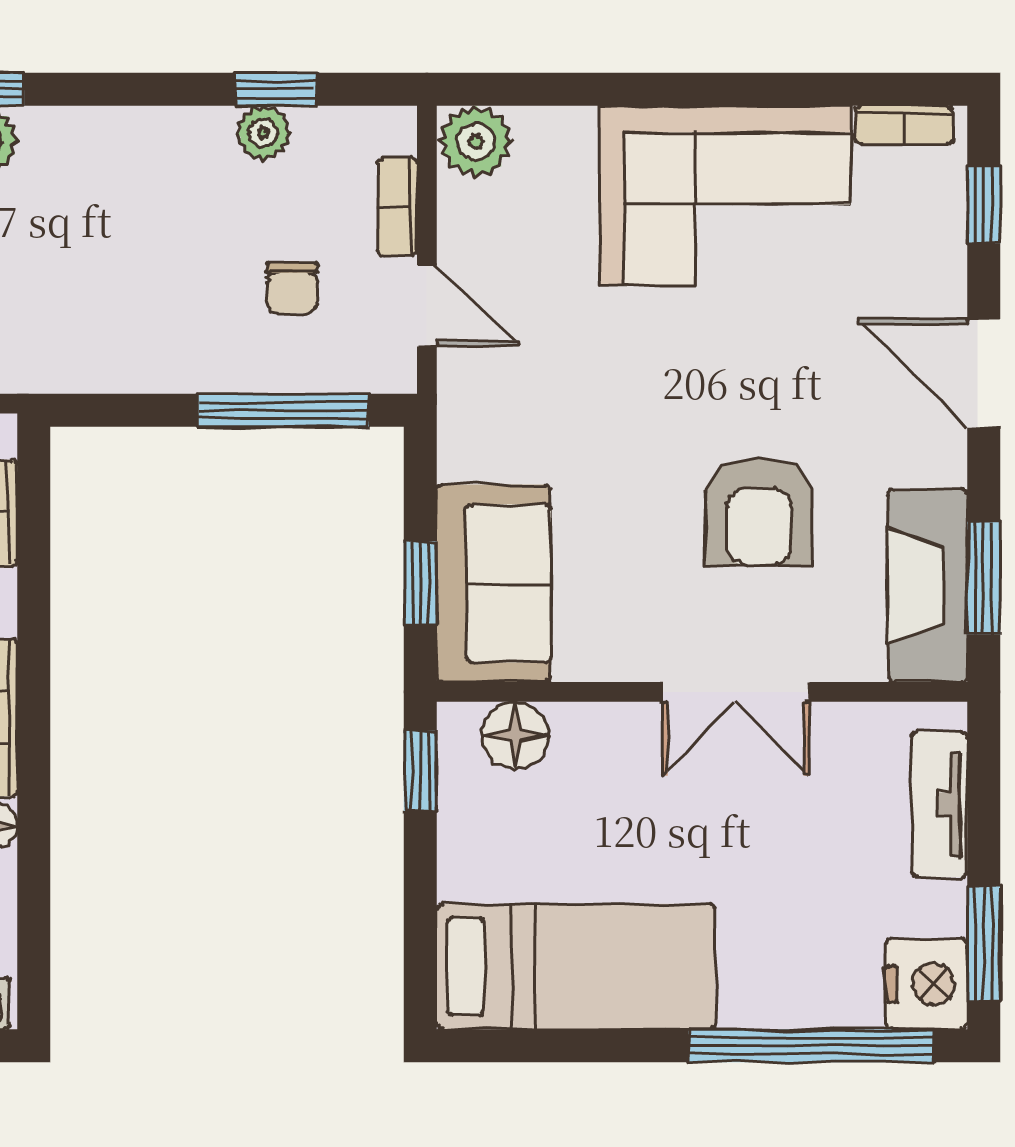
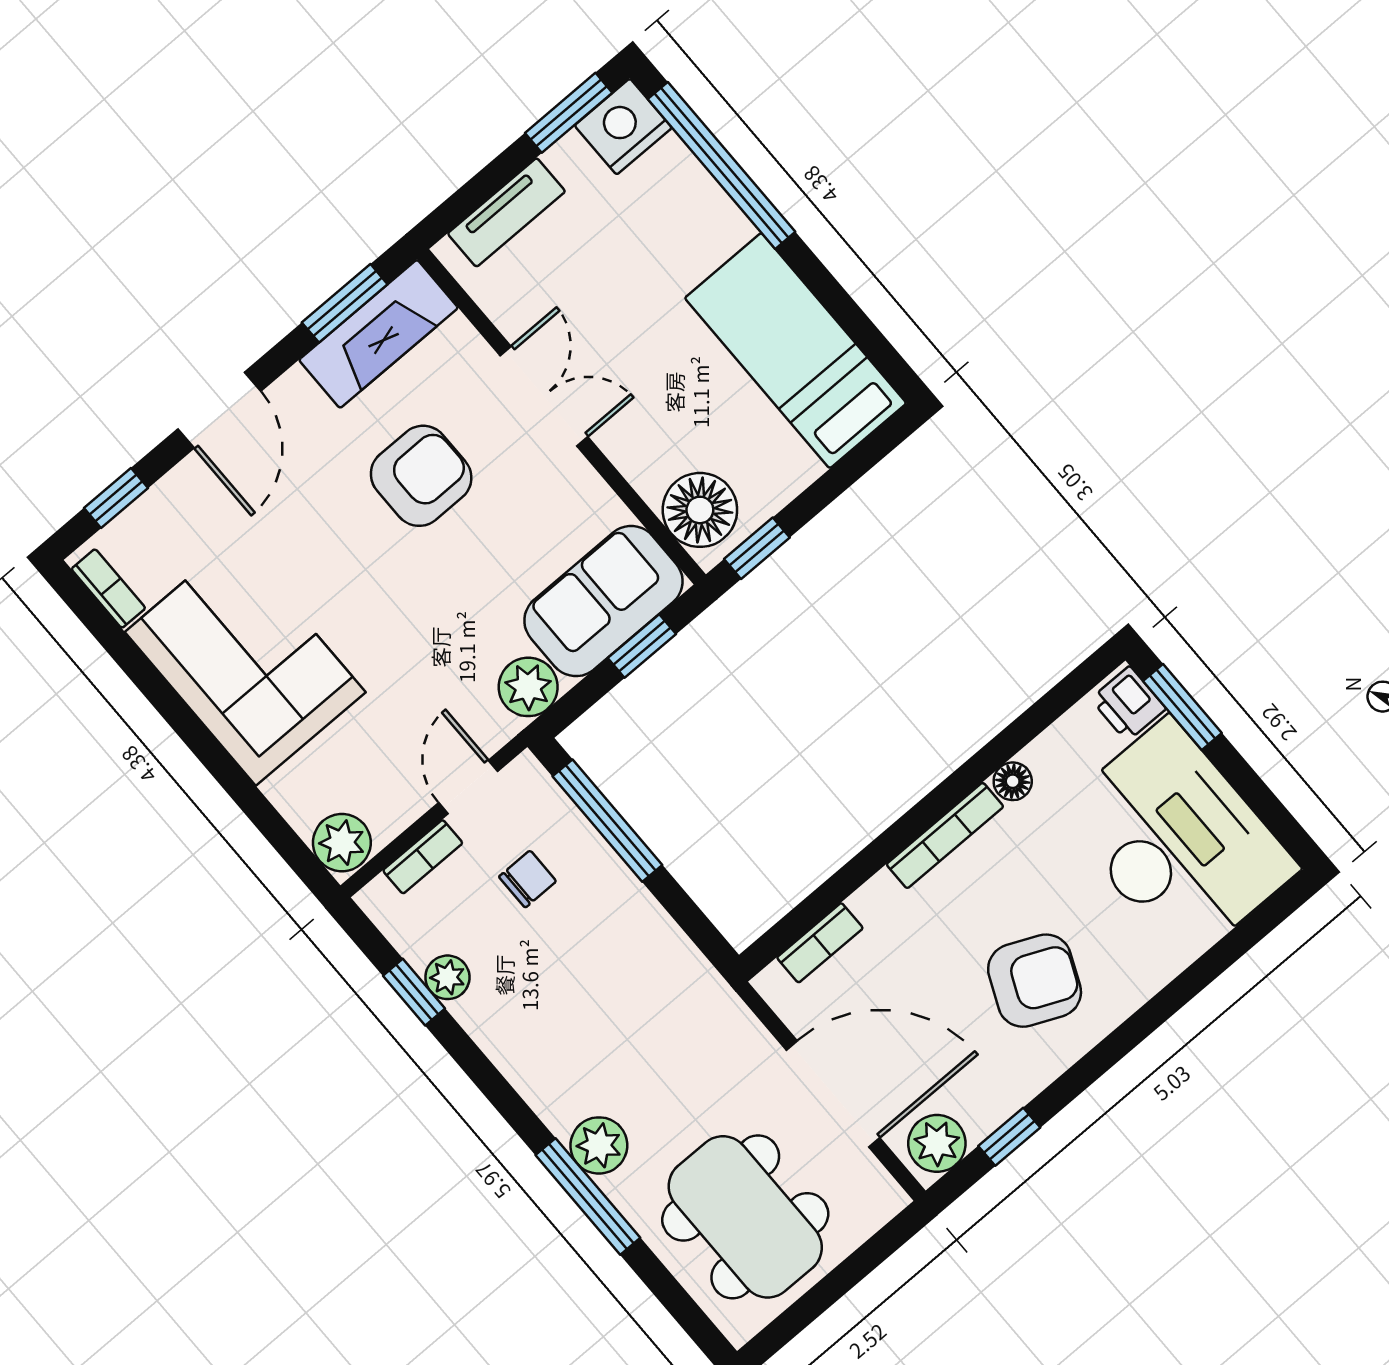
plant: (473, 443) -> (528, 687), added
floor lamp: (515, 735) -> (700, 510), width x1.38, depth x1.38

